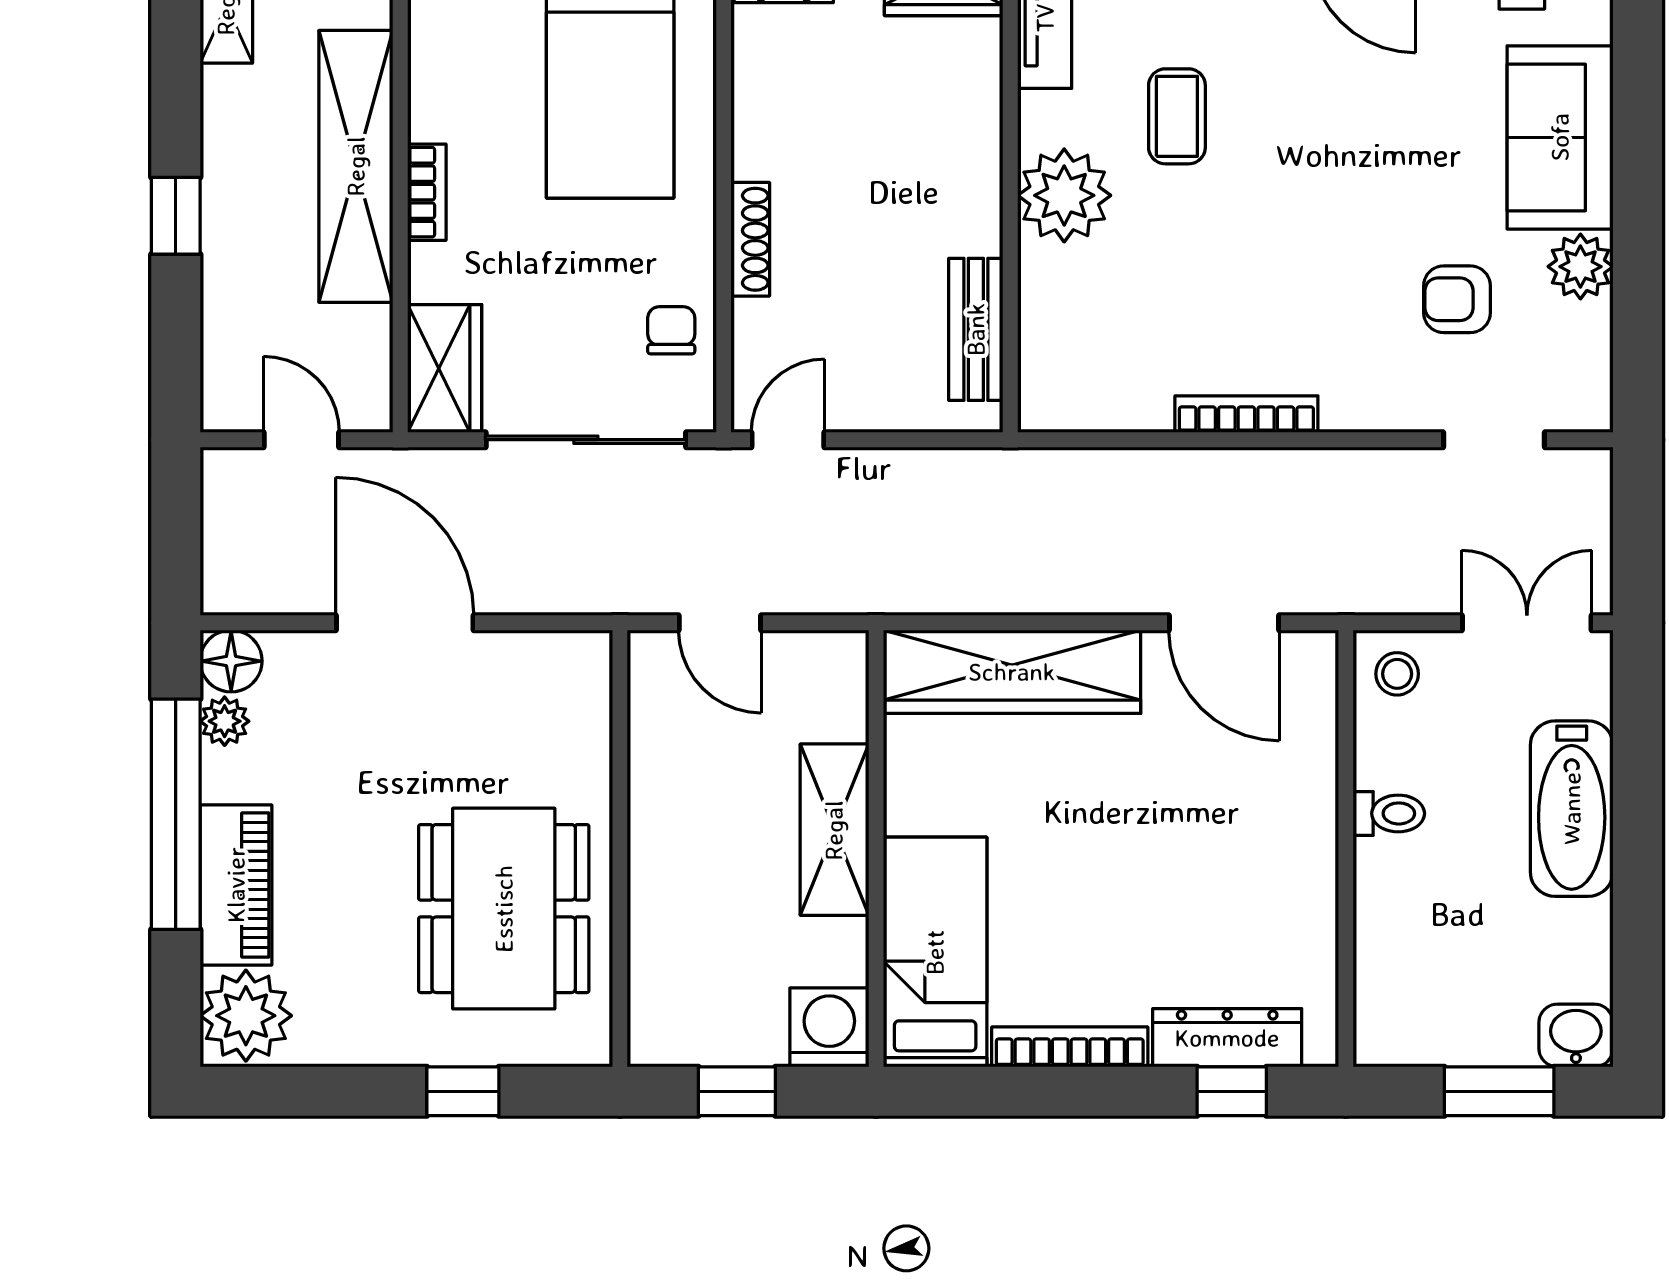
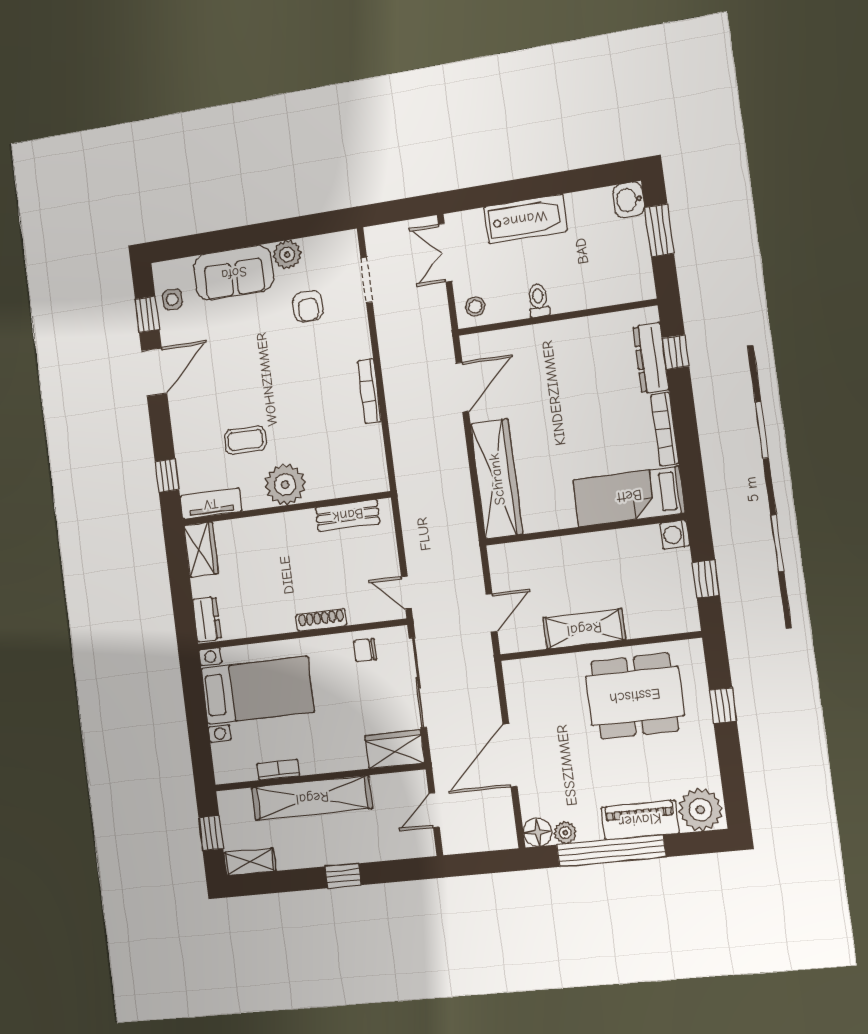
bookcase: (427, 192) -> (278, 770), moved
shelving: (834, 830) -> (584, 629), moved
washing machine: (829, 1027) -> (675, 535), width x0.73, depth x0.73

